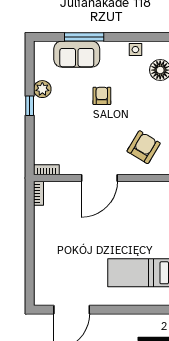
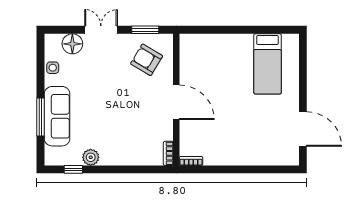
sofa: (77, 54) -> (57, 116), width x1.36
armchair: (102, 96) -> (97, 100), removed
window: (30, 106) -> (73, 169), moved

